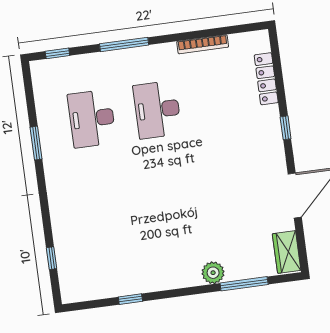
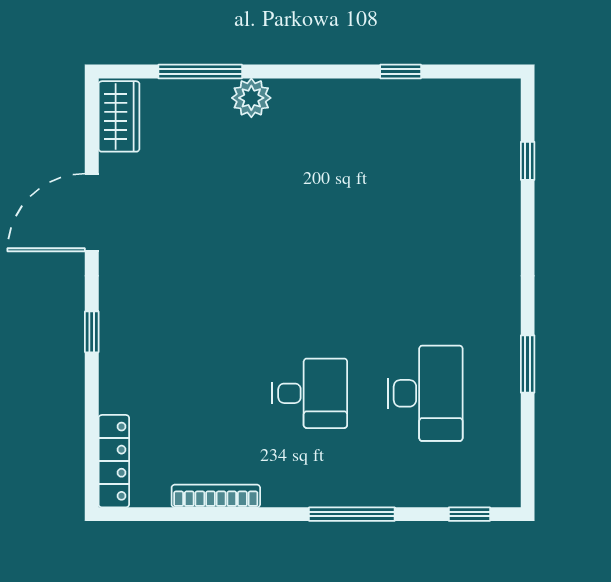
locker: (266, 79) -> (114, 461), moved
desk: (157, 110) -> (310, 393), width x0.73

